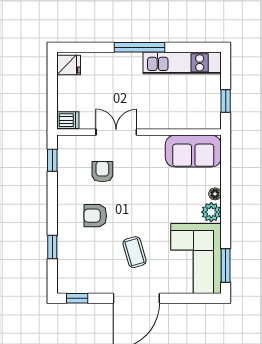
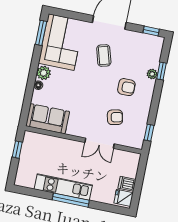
kitchen unit: (182, 63) -> (63, 187), moved
dishwasher: (68, 120) -> (127, 184), moved
armchair: (102, 172) -> (115, 117), turned -102
plant: (64, 240) -> (152, 74), added

